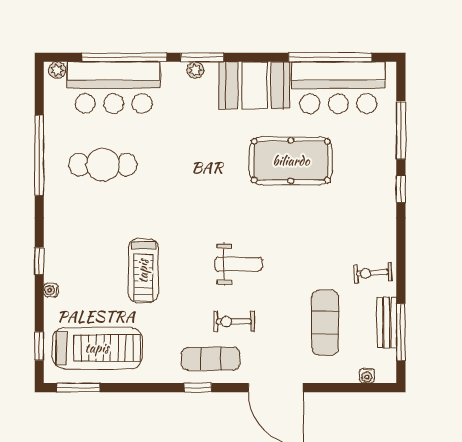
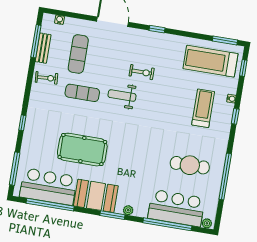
window: (202, 57) -> (112, 215), moved
window: (401, 130) -> (15, 169), moved
treadmill: (143, 271) -> (203, 108), moved
exercise bike: (234, 322) -> (142, 72), moved
exercise mat: (211, 359) -> (82, 93), moved

